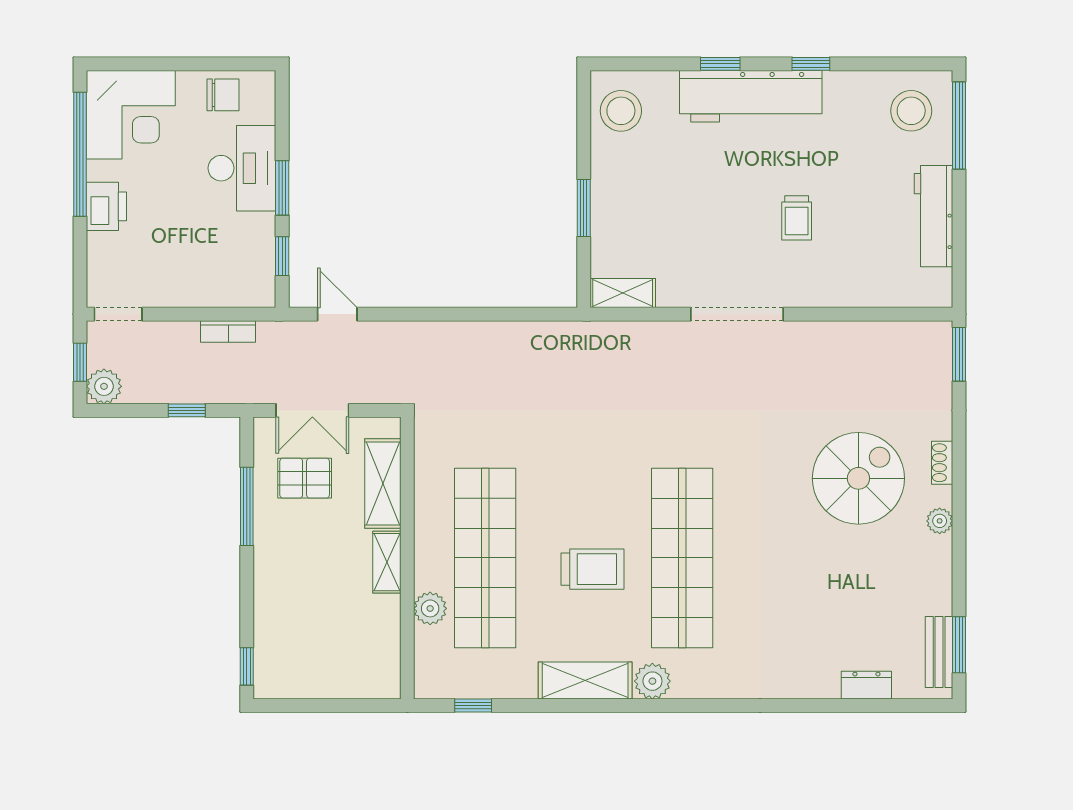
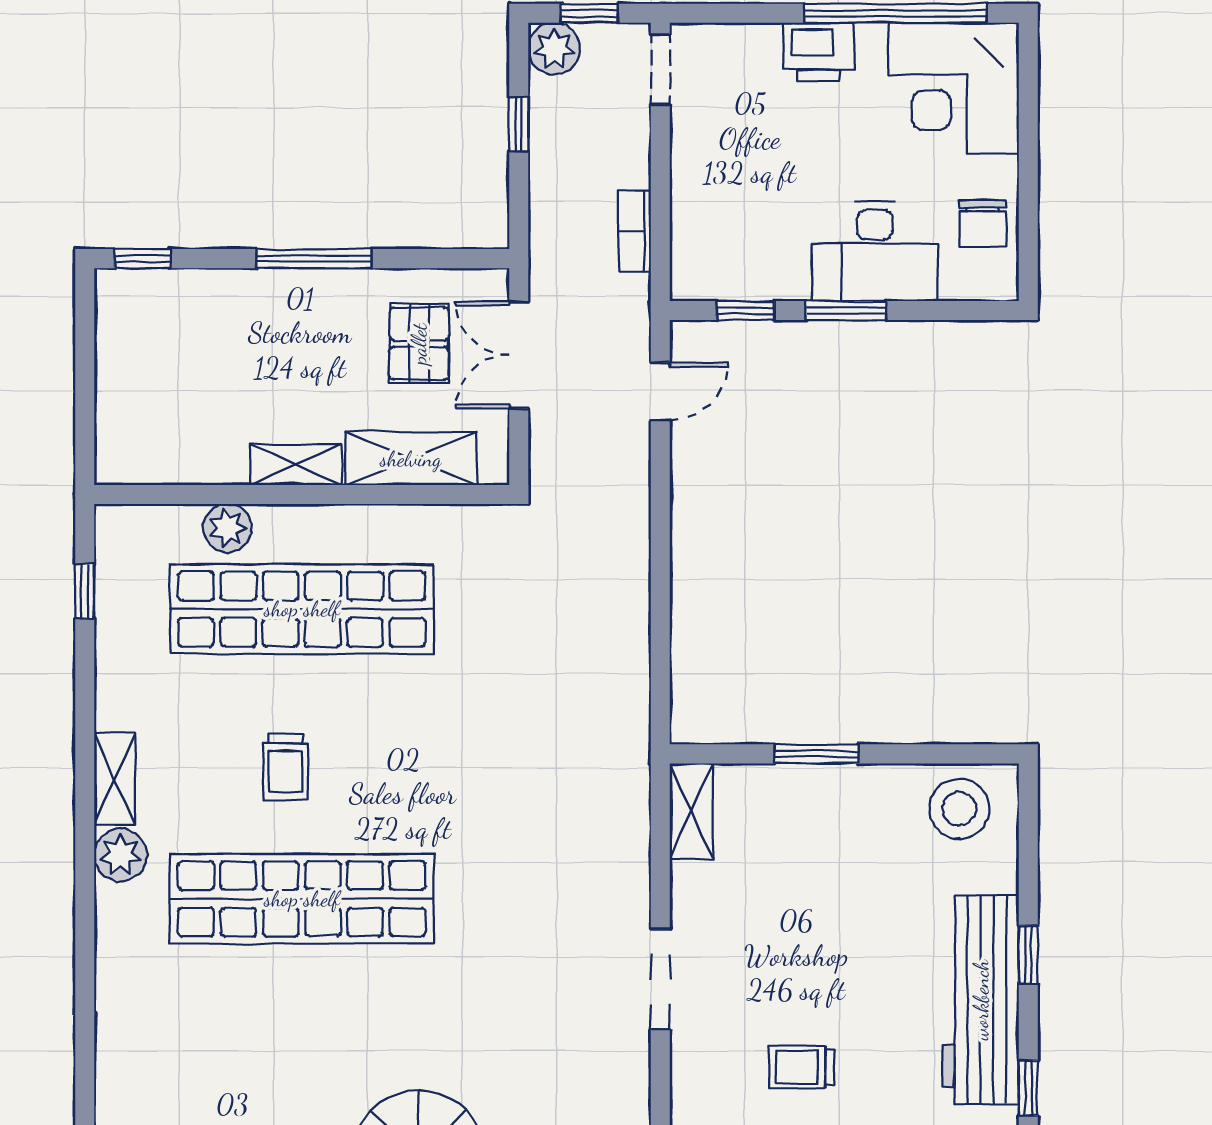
doorway: (737, 314) -> (660, 979), width x0.73
window: (187, 410) -> (519, 124), moved
window: (247, 506) -> (314, 259), moved
trolley: (592, 569) -> (285, 767), width x0.73, depth x0.72
shelving: (585, 680) -> (115, 779), width x0.67, depth x0.75

